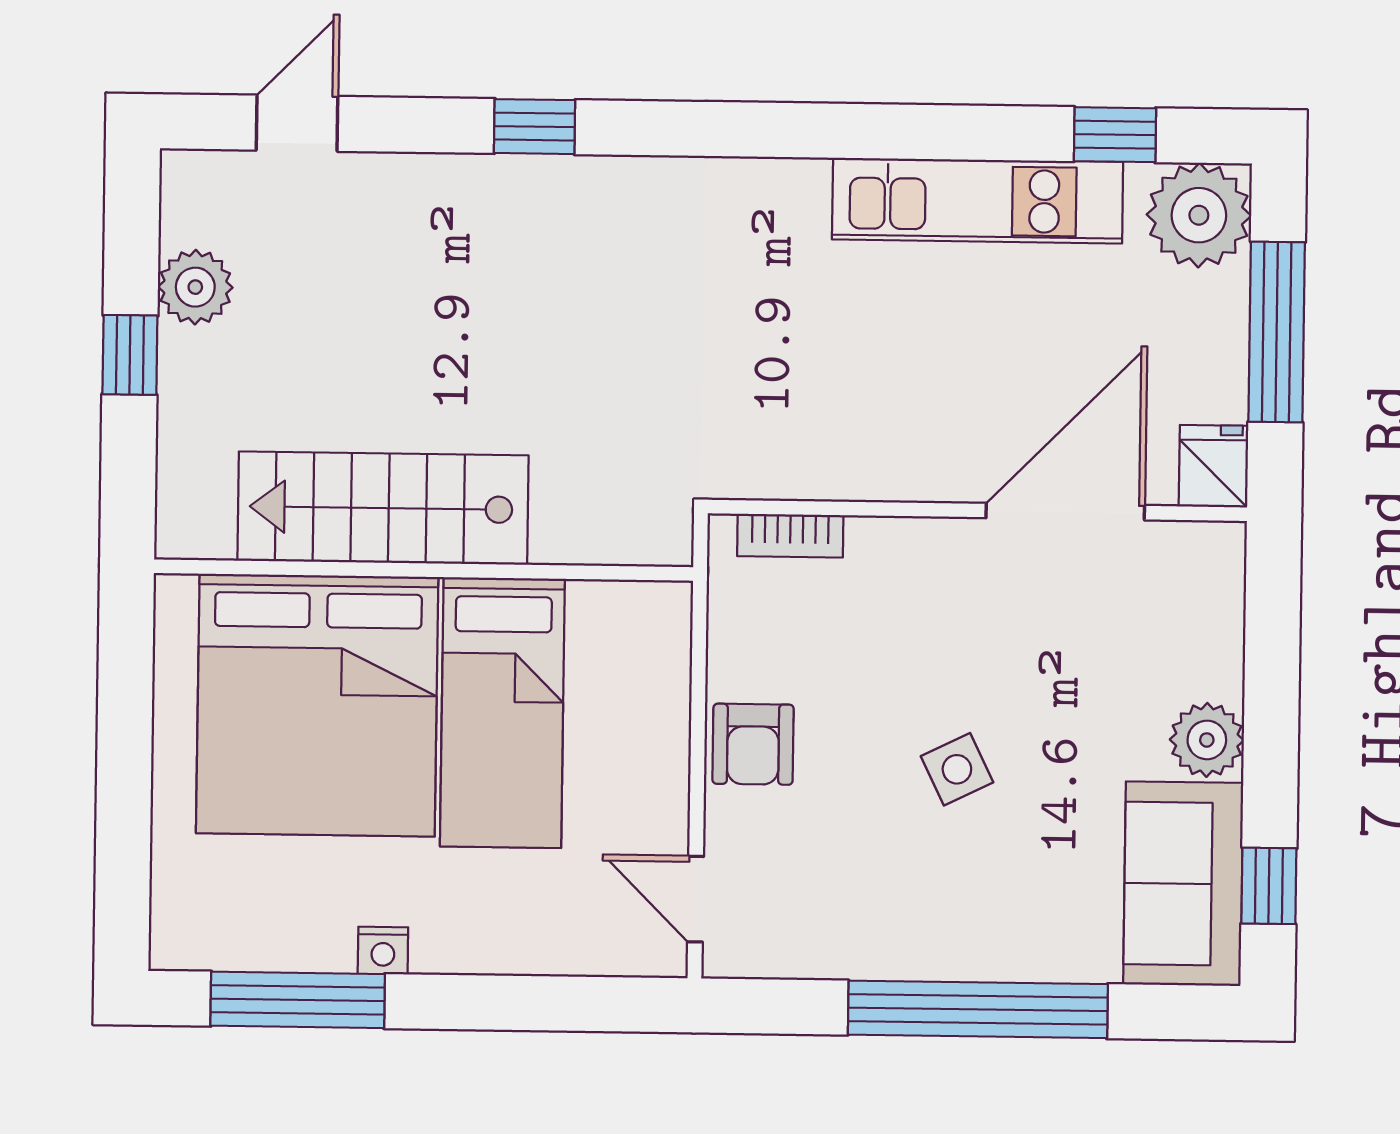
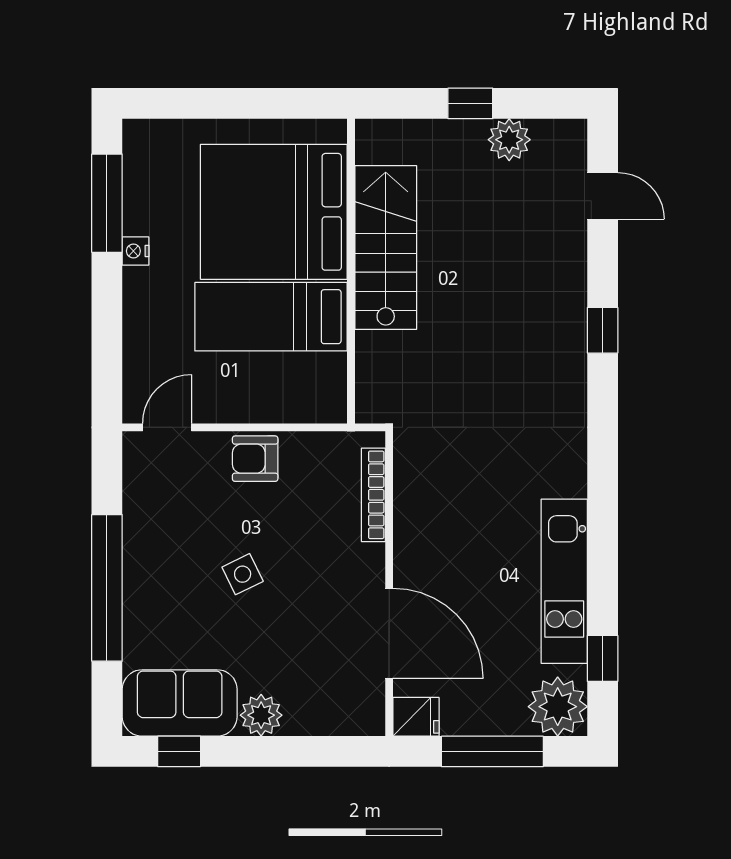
bookcase: (790, 536) -> (373, 495), width x1.56

